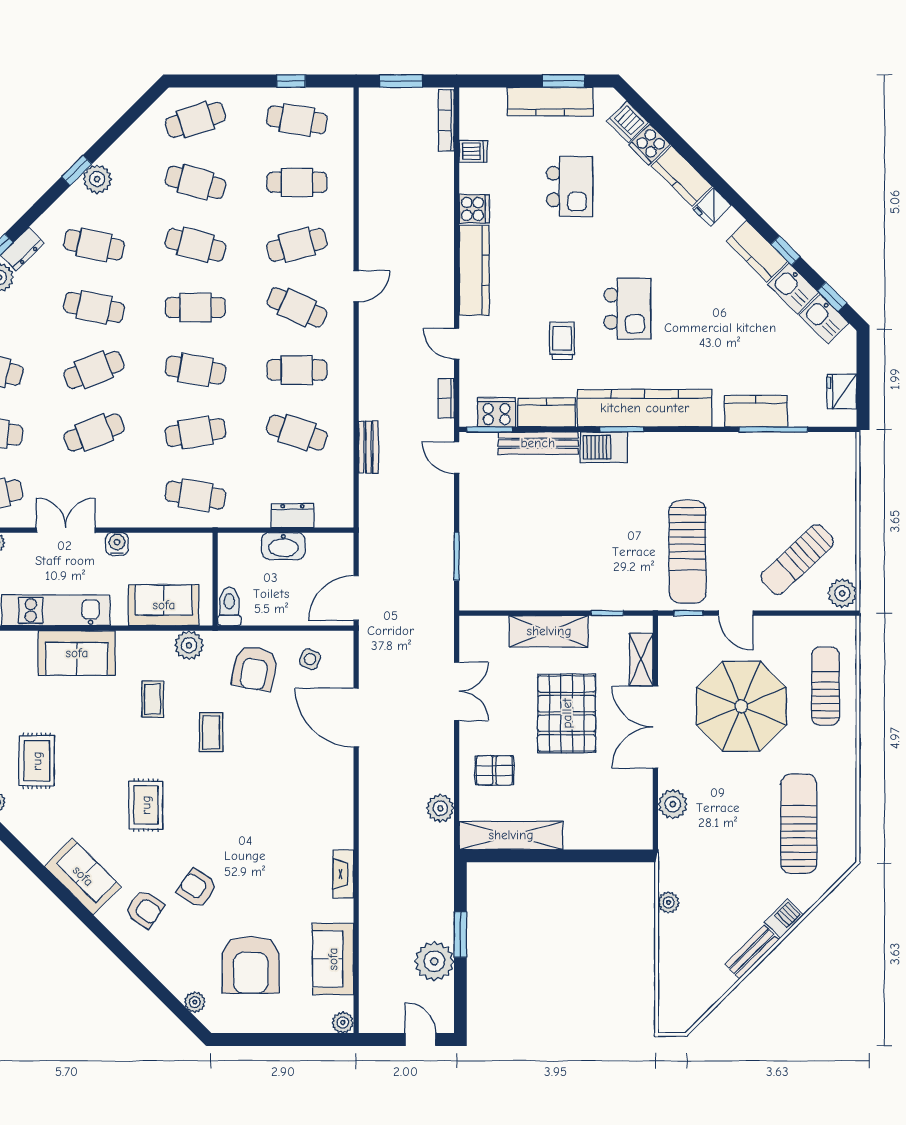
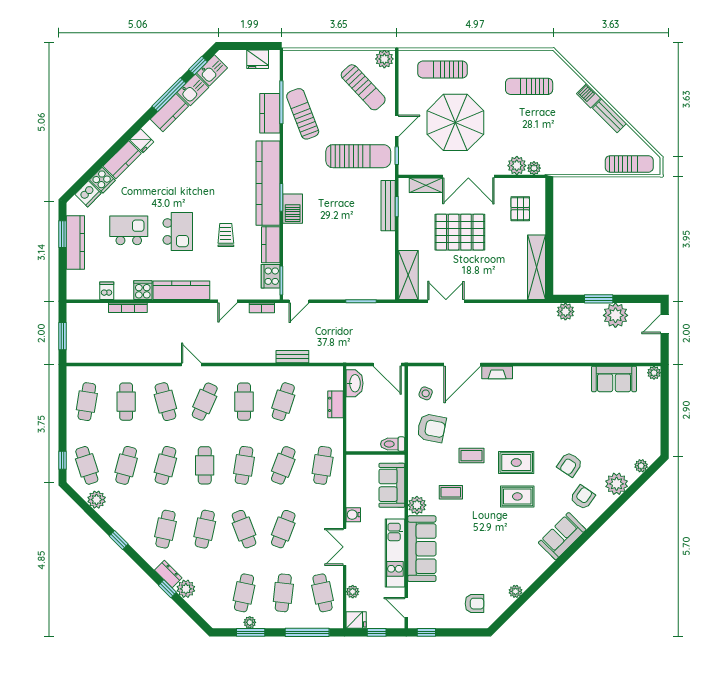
window: (291, 81) -> (62, 460), moved
bookcase: (446, 120) -> (128, 308), moved
plant: (97, 179) -> (97, 500), moved
window: (786, 250) -> (169, 95), width x2.17
kitchen island: (627, 309) -> (178, 231), moved, turned 90
trolley: (562, 341) -> (226, 235), turned 90
cafe table: (94, 432) -> (283, 529), turned 42
cafe table: (195, 432) -> (283, 465), turned 30
bench: (538, 443) -> (388, 206), moved
sun lounger: (755, 463) -> (303, 114), added
washbasin: (283, 546) -> (355, 383), moved
shelving: (549, 631) -> (408, 275), moved
plant: (189, 645) -> (417, 505), moved
sofa: (77, 653) -> (422, 549), width x1.36
rug: (37, 761) -> (516, 463), moved
pallet: (494, 770) -> (520, 209), moved
plant: (440, 808) -> (565, 312), moved
sun lounger: (799, 824) -> (529, 86), width x0.73, depth x0.75
fireplace: (343, 874) -> (497, 372), moved
plant: (669, 902) -> (534, 168), moved
plant: (166, 963) -> (617, 484), added
armchair: (251, 965) -> (618, 431), removed
sun lounger: (675, 983) -> (629, 164), added

